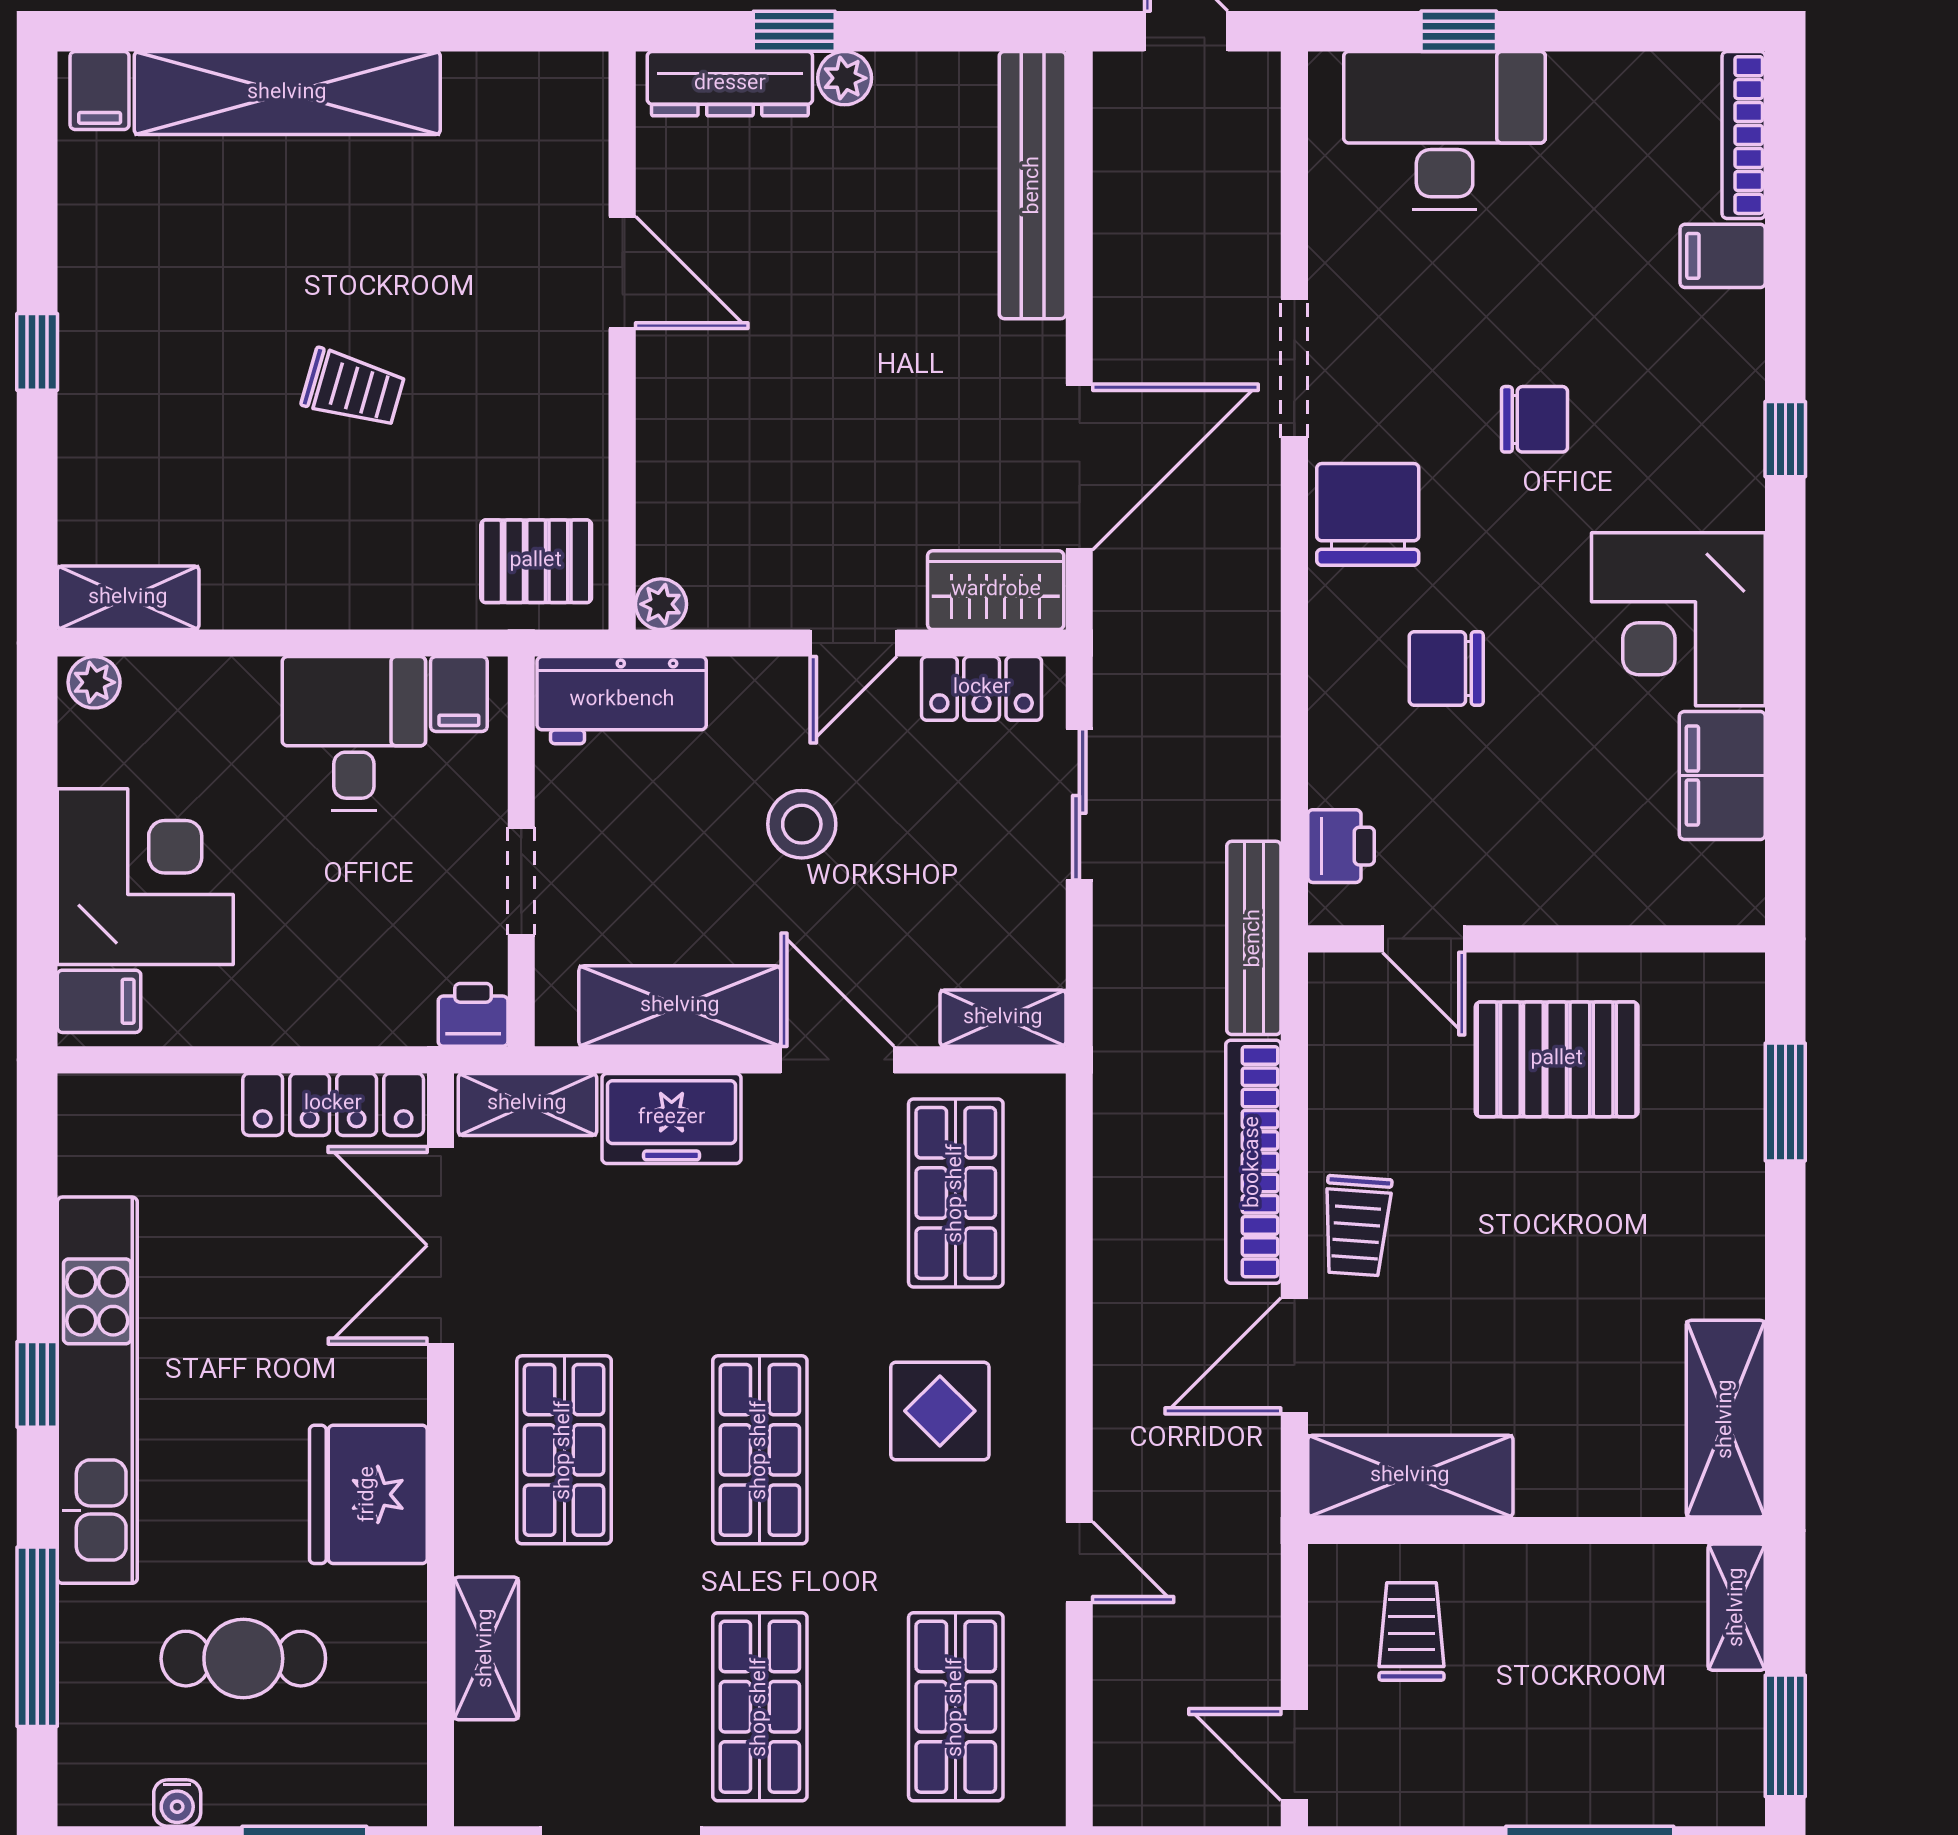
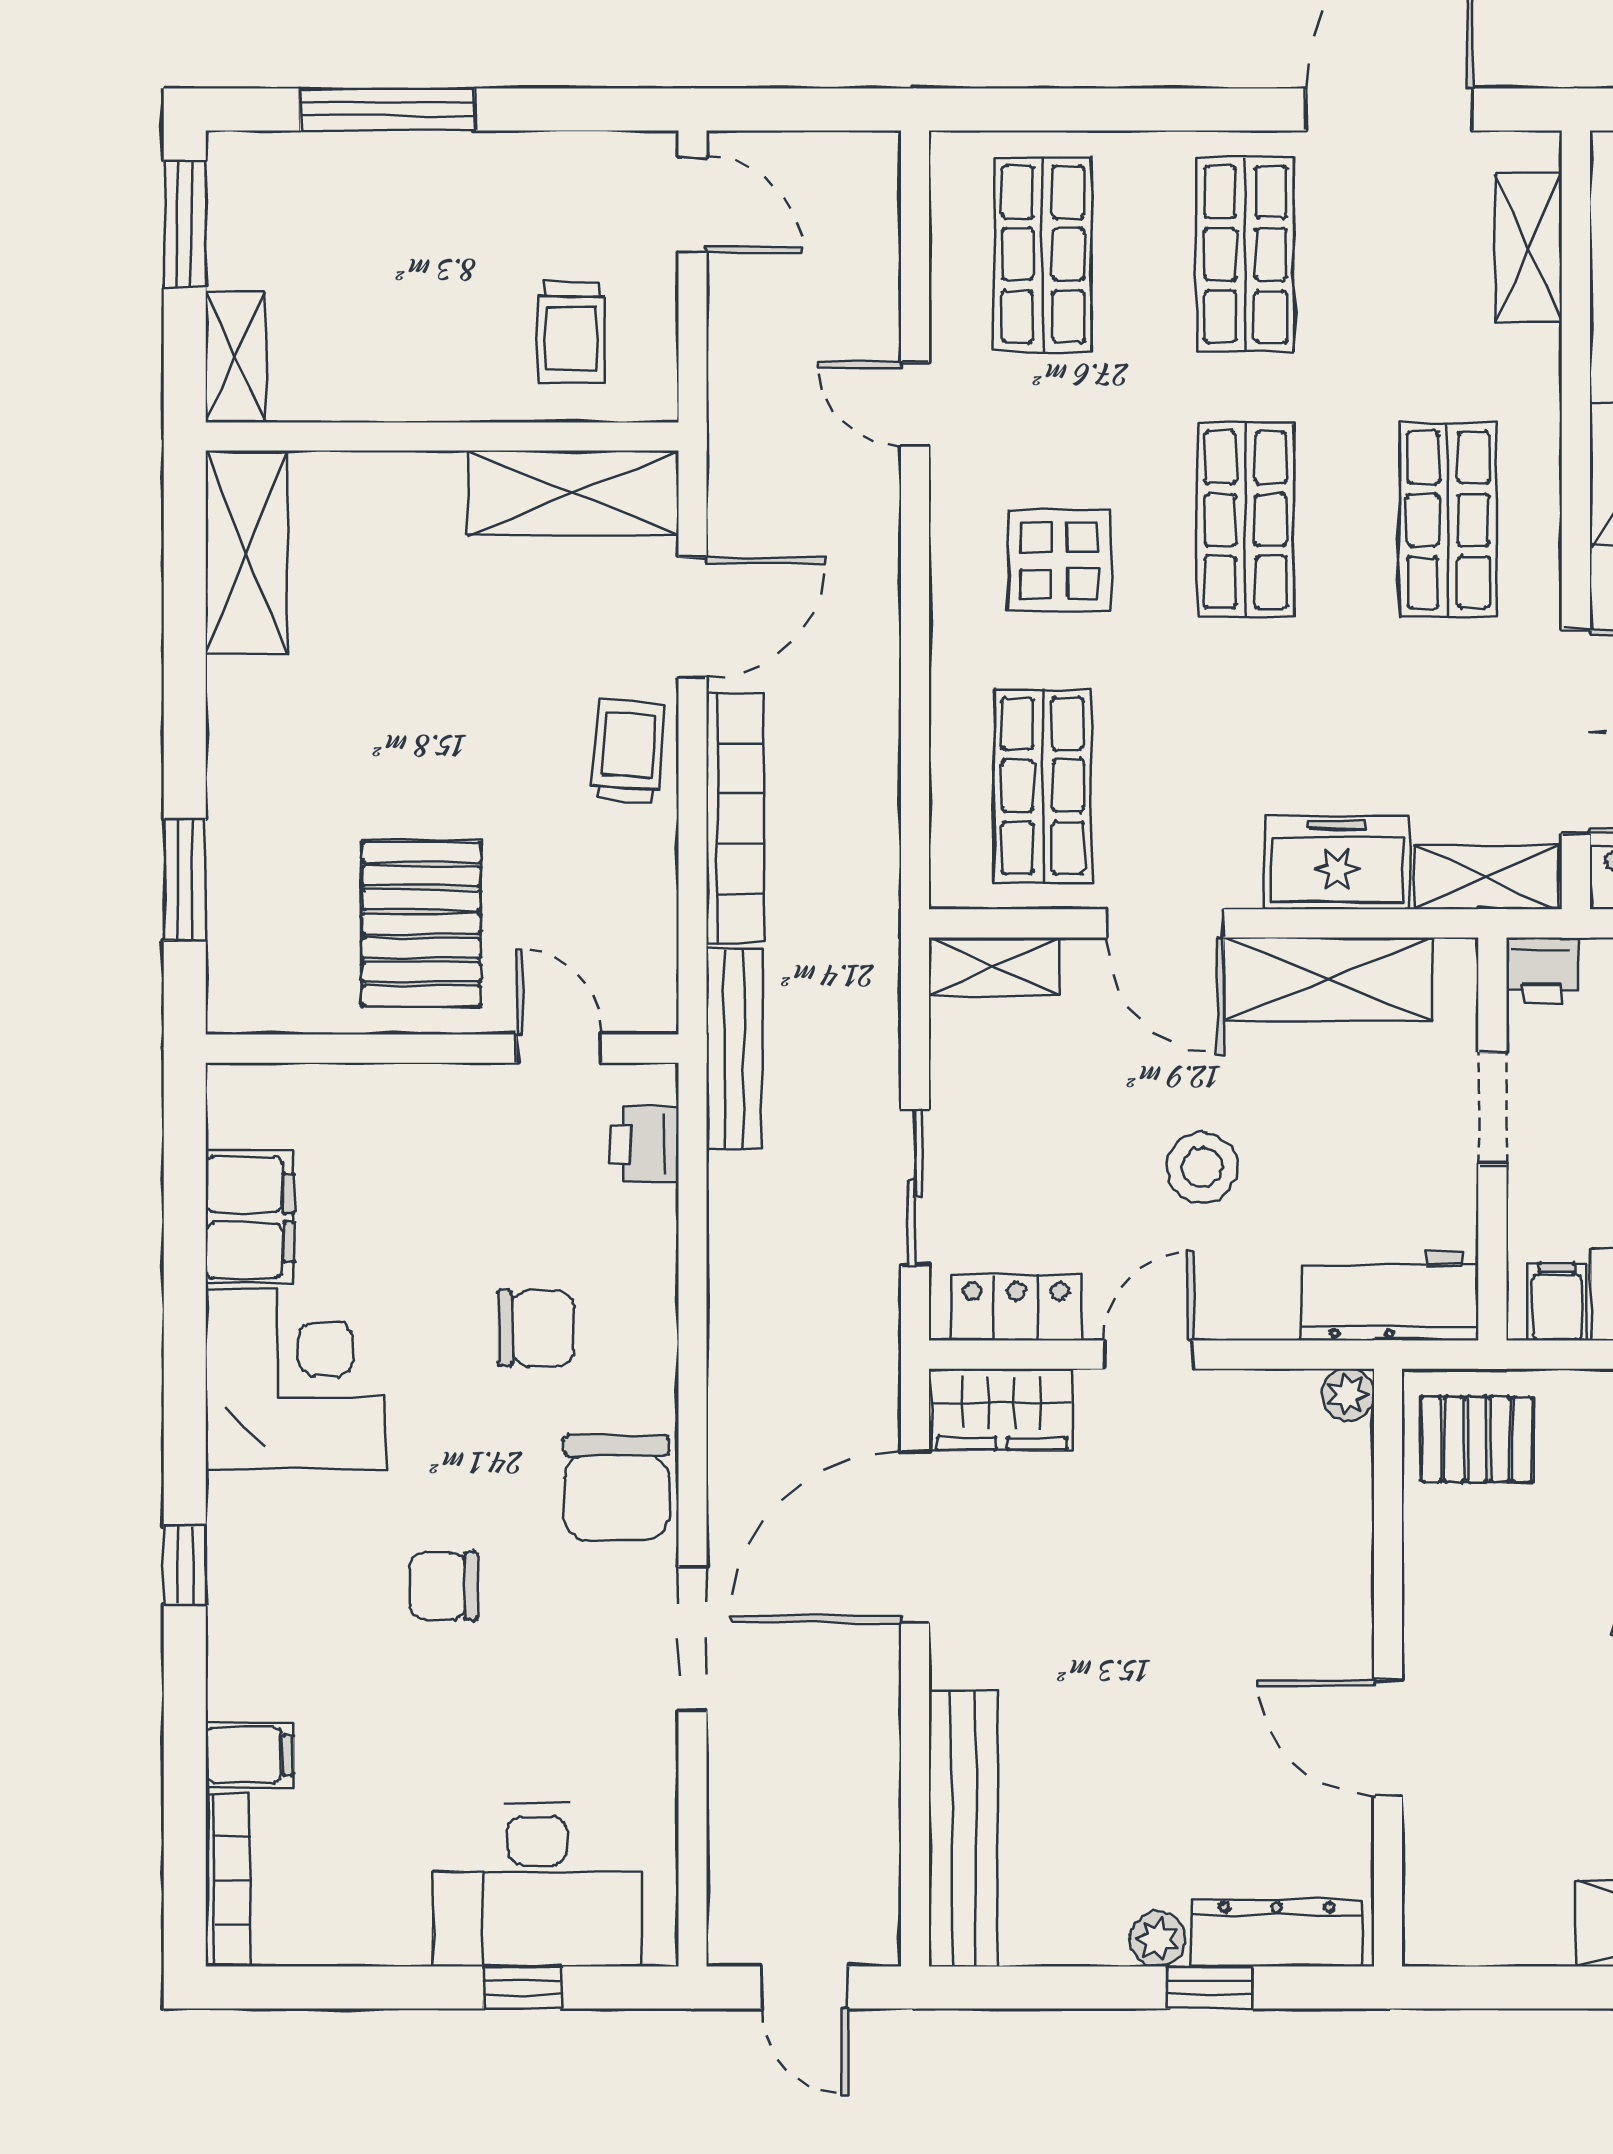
pallet: (1557, 1059) -> (421, 924), turned 90
shelving: (486, 1648) -> (1529, 248), moved

